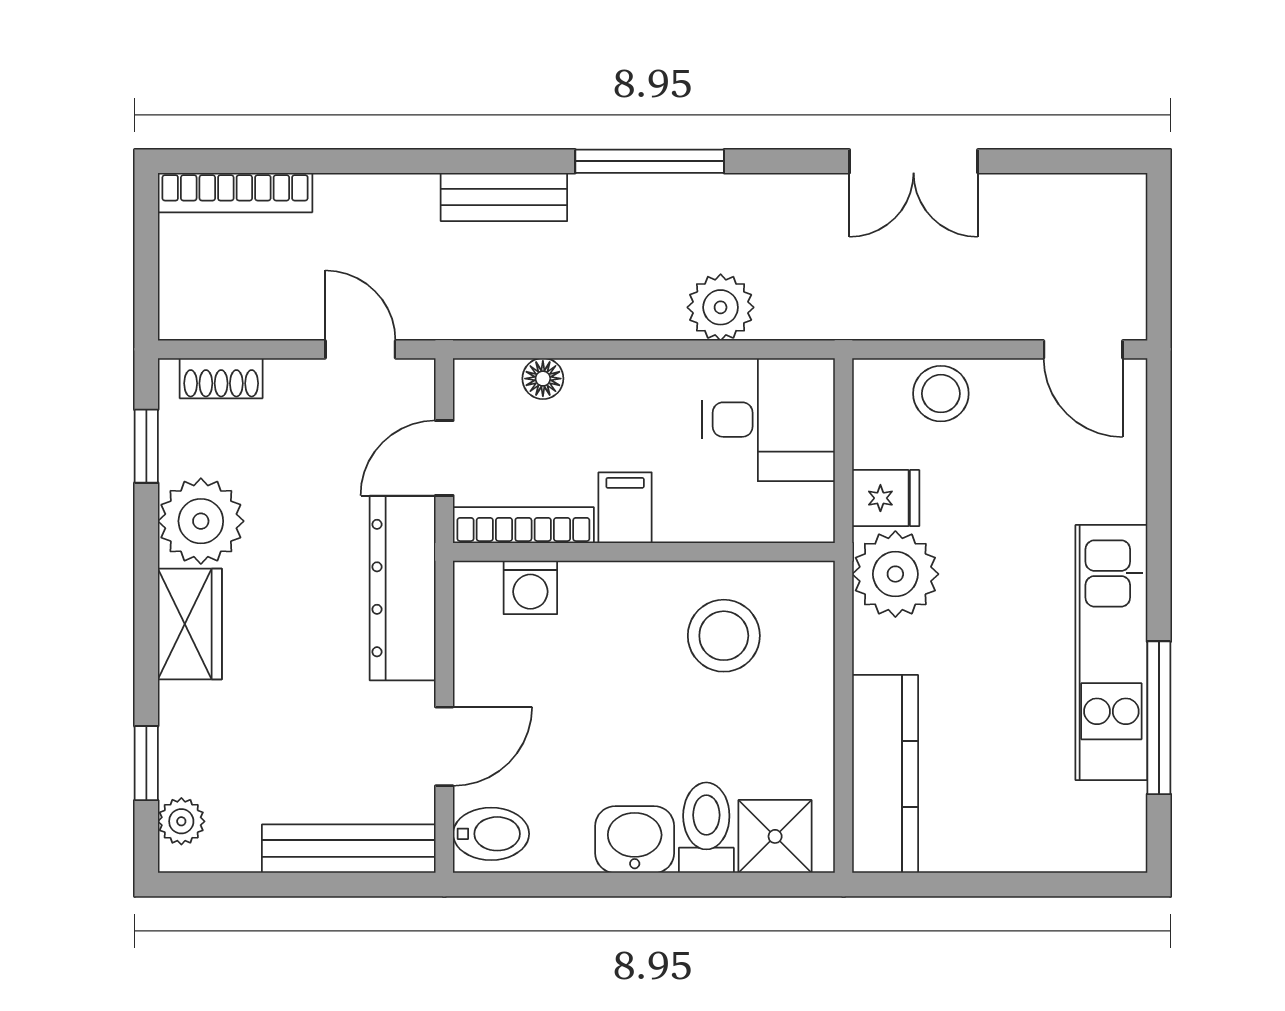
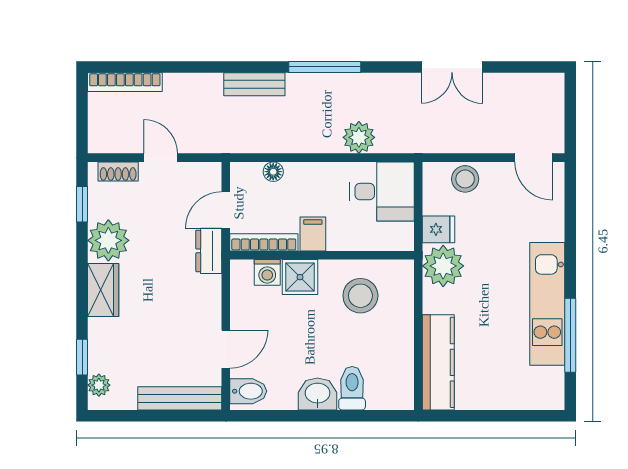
door: (360, 349) -> (161, 158), moved
dresser: (403, 588) -> (209, 251), width x0.51, depth x0.80
shower: (775, 836) -> (300, 277), moved

